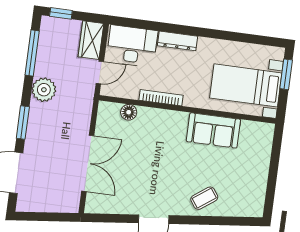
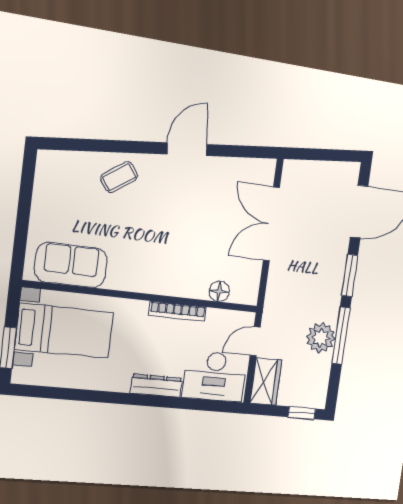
window: (32, 53) -> (341, 336), moved
plant: (44, 90) -> (321, 338), moved
sofa: (213, 130) -> (71, 265), moved

